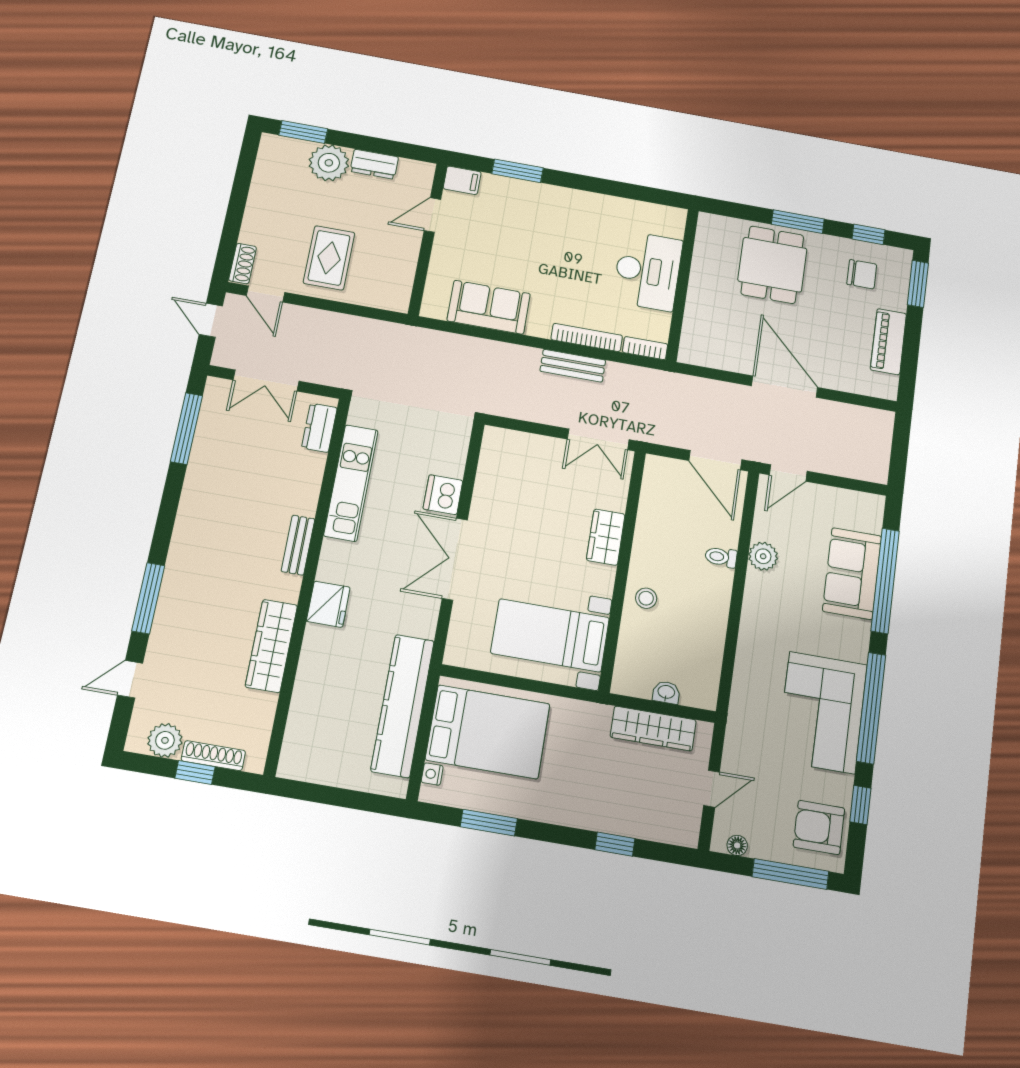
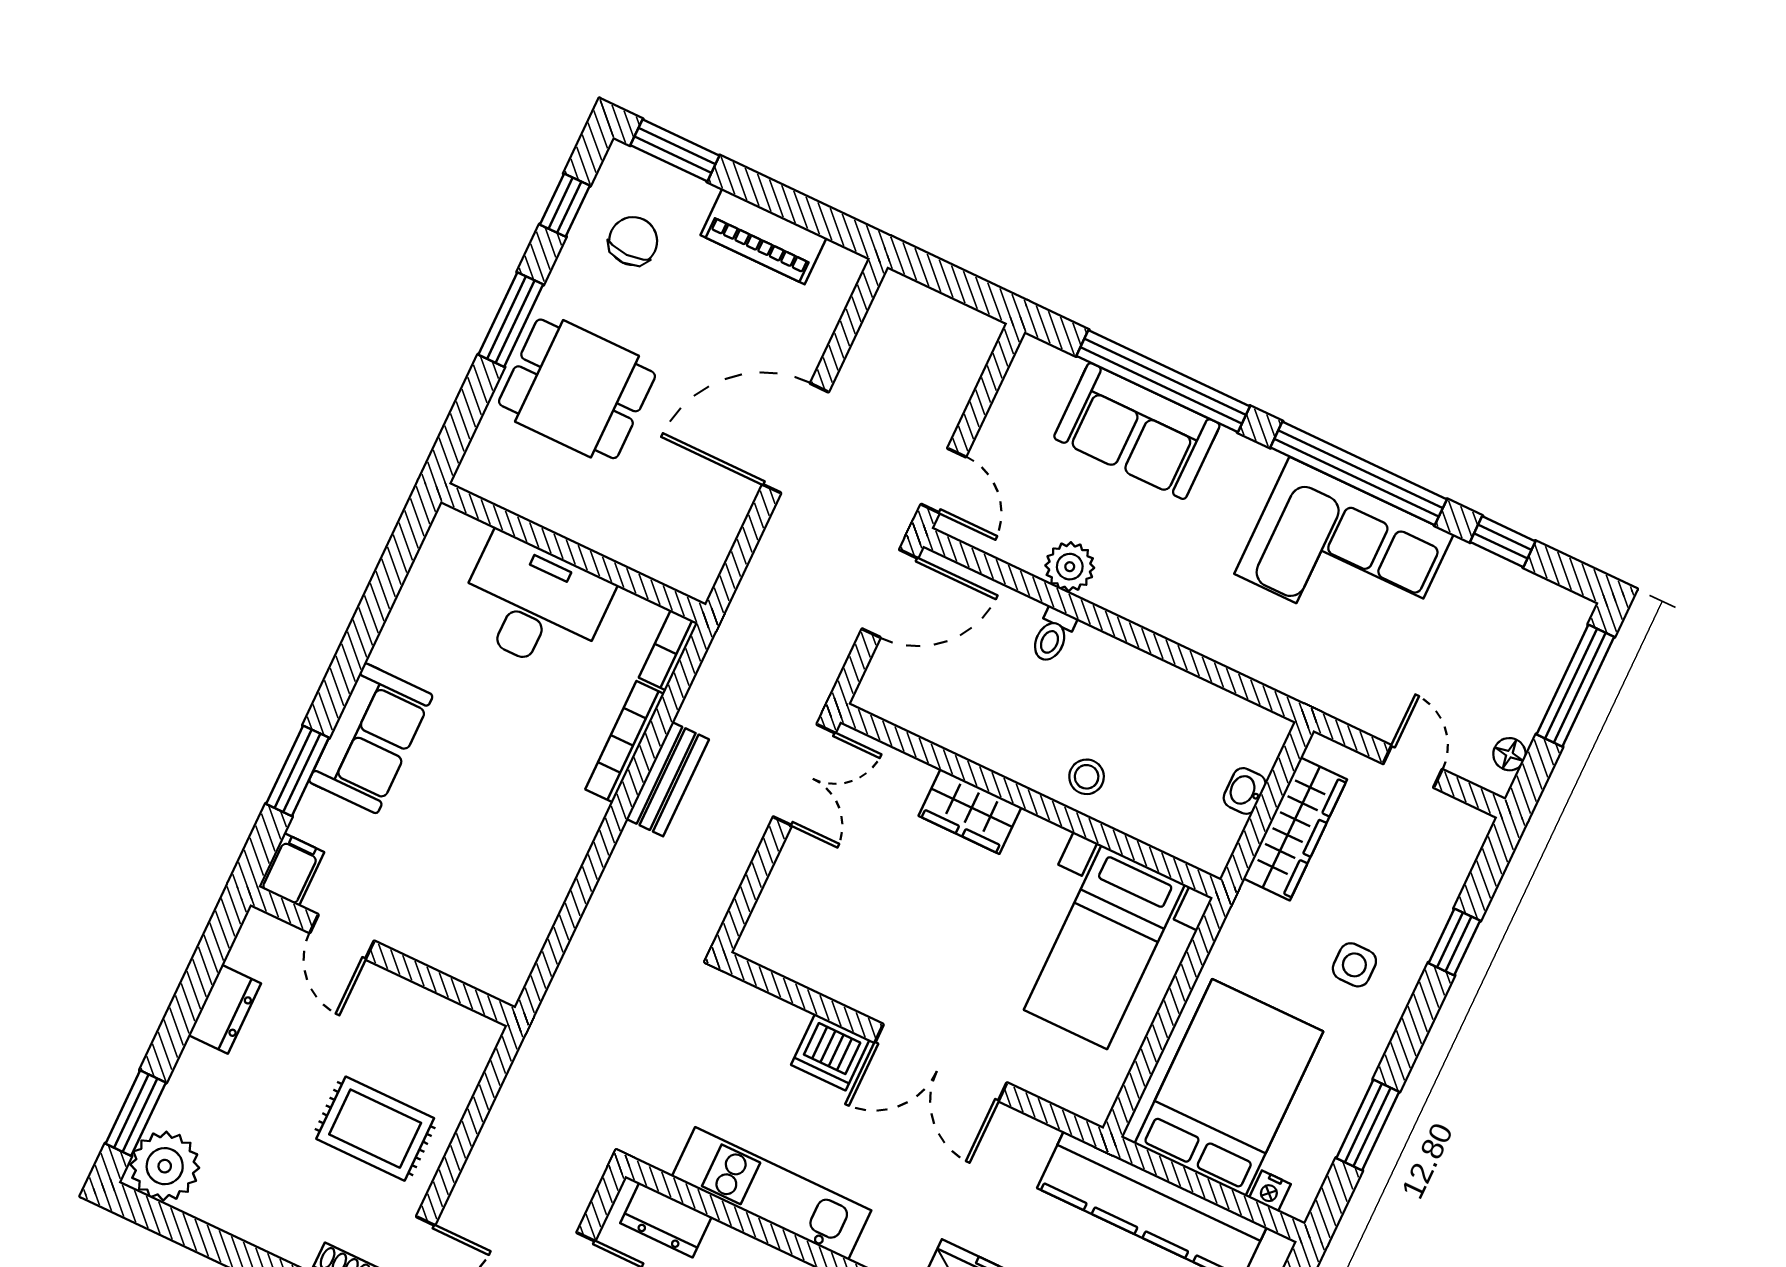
plant: (329, 163) -> (165, 1166), moved
sofa: (489, 307) -> (371, 738), moved, turned 180
side table: (583, 787) -> (1354, 965), added
armchair: (819, 827) -> (1518, 618), removed

